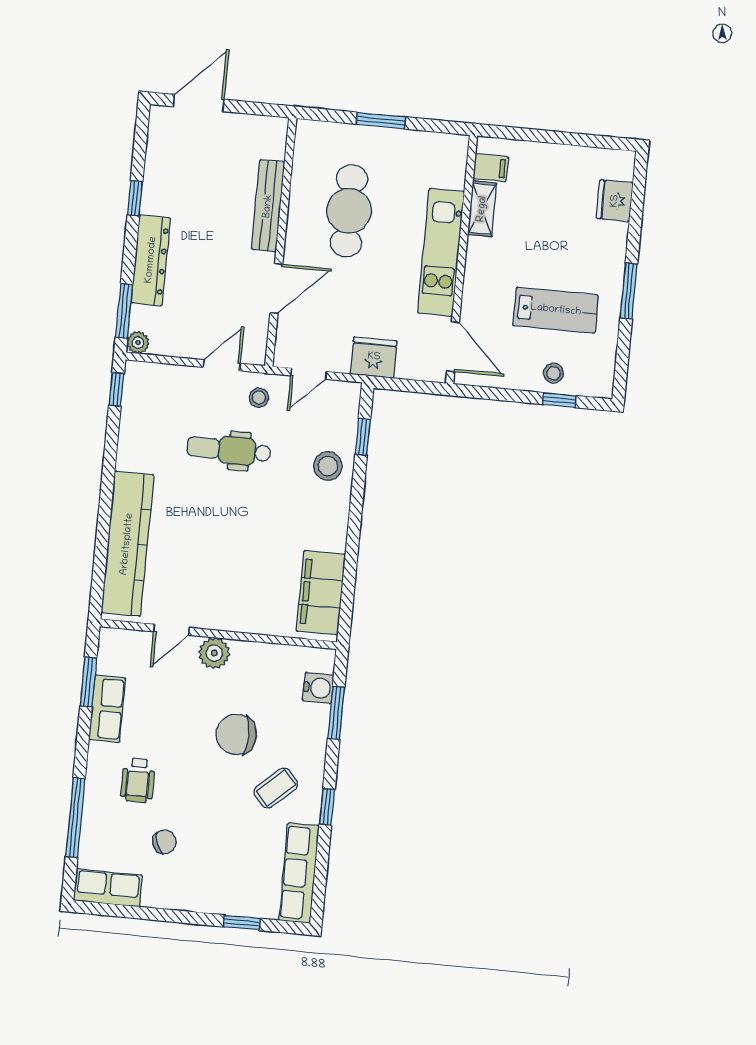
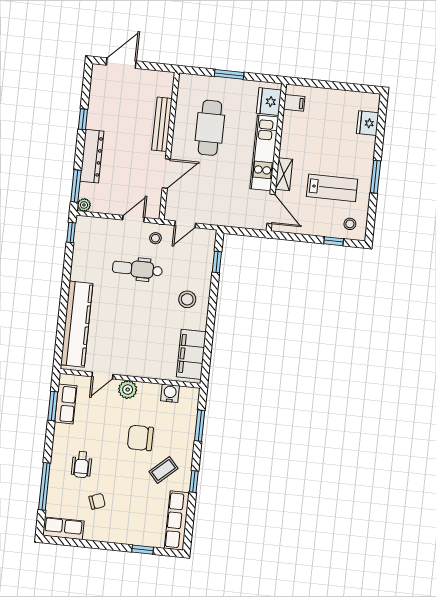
shelving: (482, 209) -> (284, 174), moved
fridge: (374, 357) -> (269, 102), moved, turned -90
stool: (553, 373) -> (350, 224), moved
stool: (328, 466) -> (187, 299), moved
water cooler: (318, 688) -> (170, 393), moved, turned -90
row of seats: (107, 709) -> (66, 404), moved

